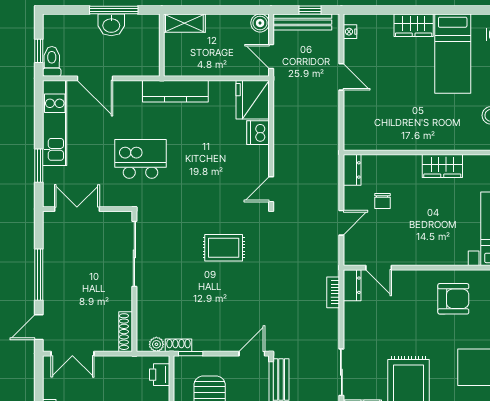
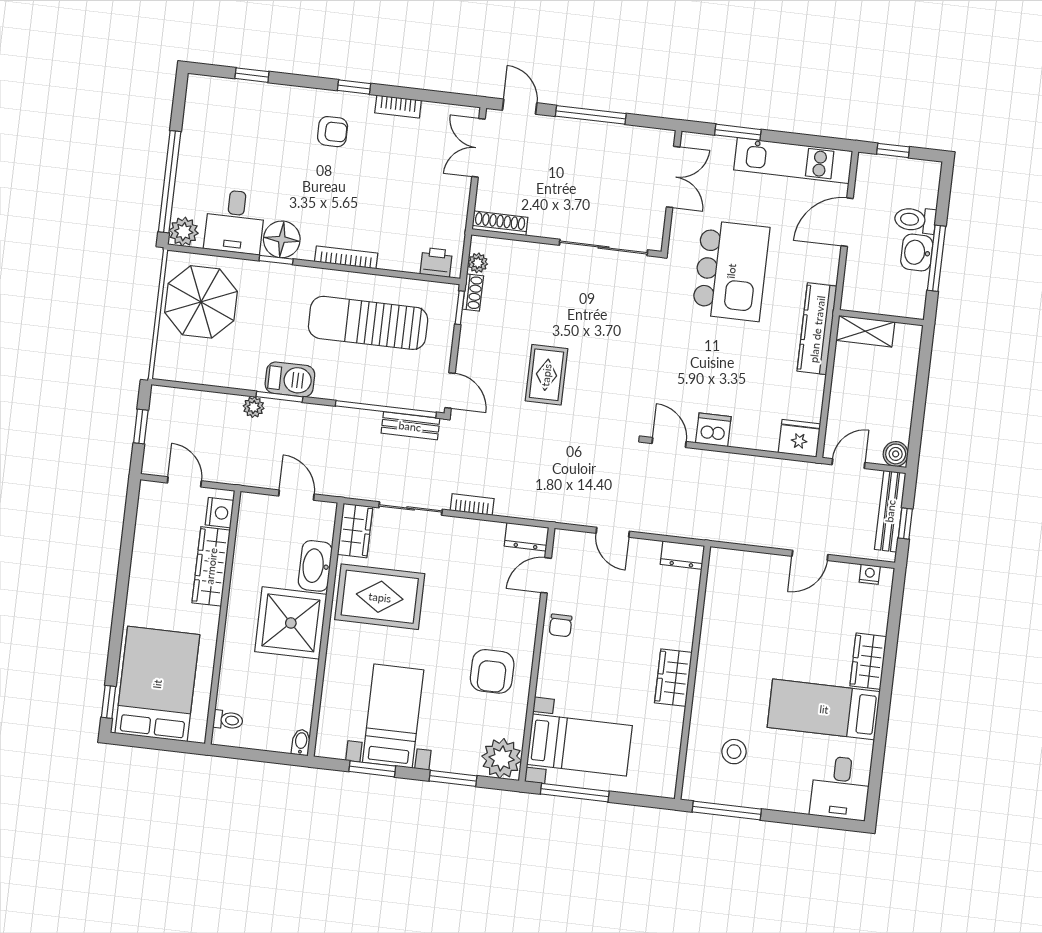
shelving: (184, 23) -> (865, 331), moved, turned 90
toilet: (52, 61) -> (915, 220), moved, turned 180
fridge: (253, 100) -> (799, 438), width x0.73, depth x0.75
dishwasher: (258, 133) -> (713, 430), moved
kitchen island: (140, 159) -> (731, 271), width x1.37, depth x1.28
chair: (382, 201) -> (561, 625), moved, turned -90
rug: (224, 248) -> (546, 375), moved
bookcase: (333, 292) -> (472, 504), moved

